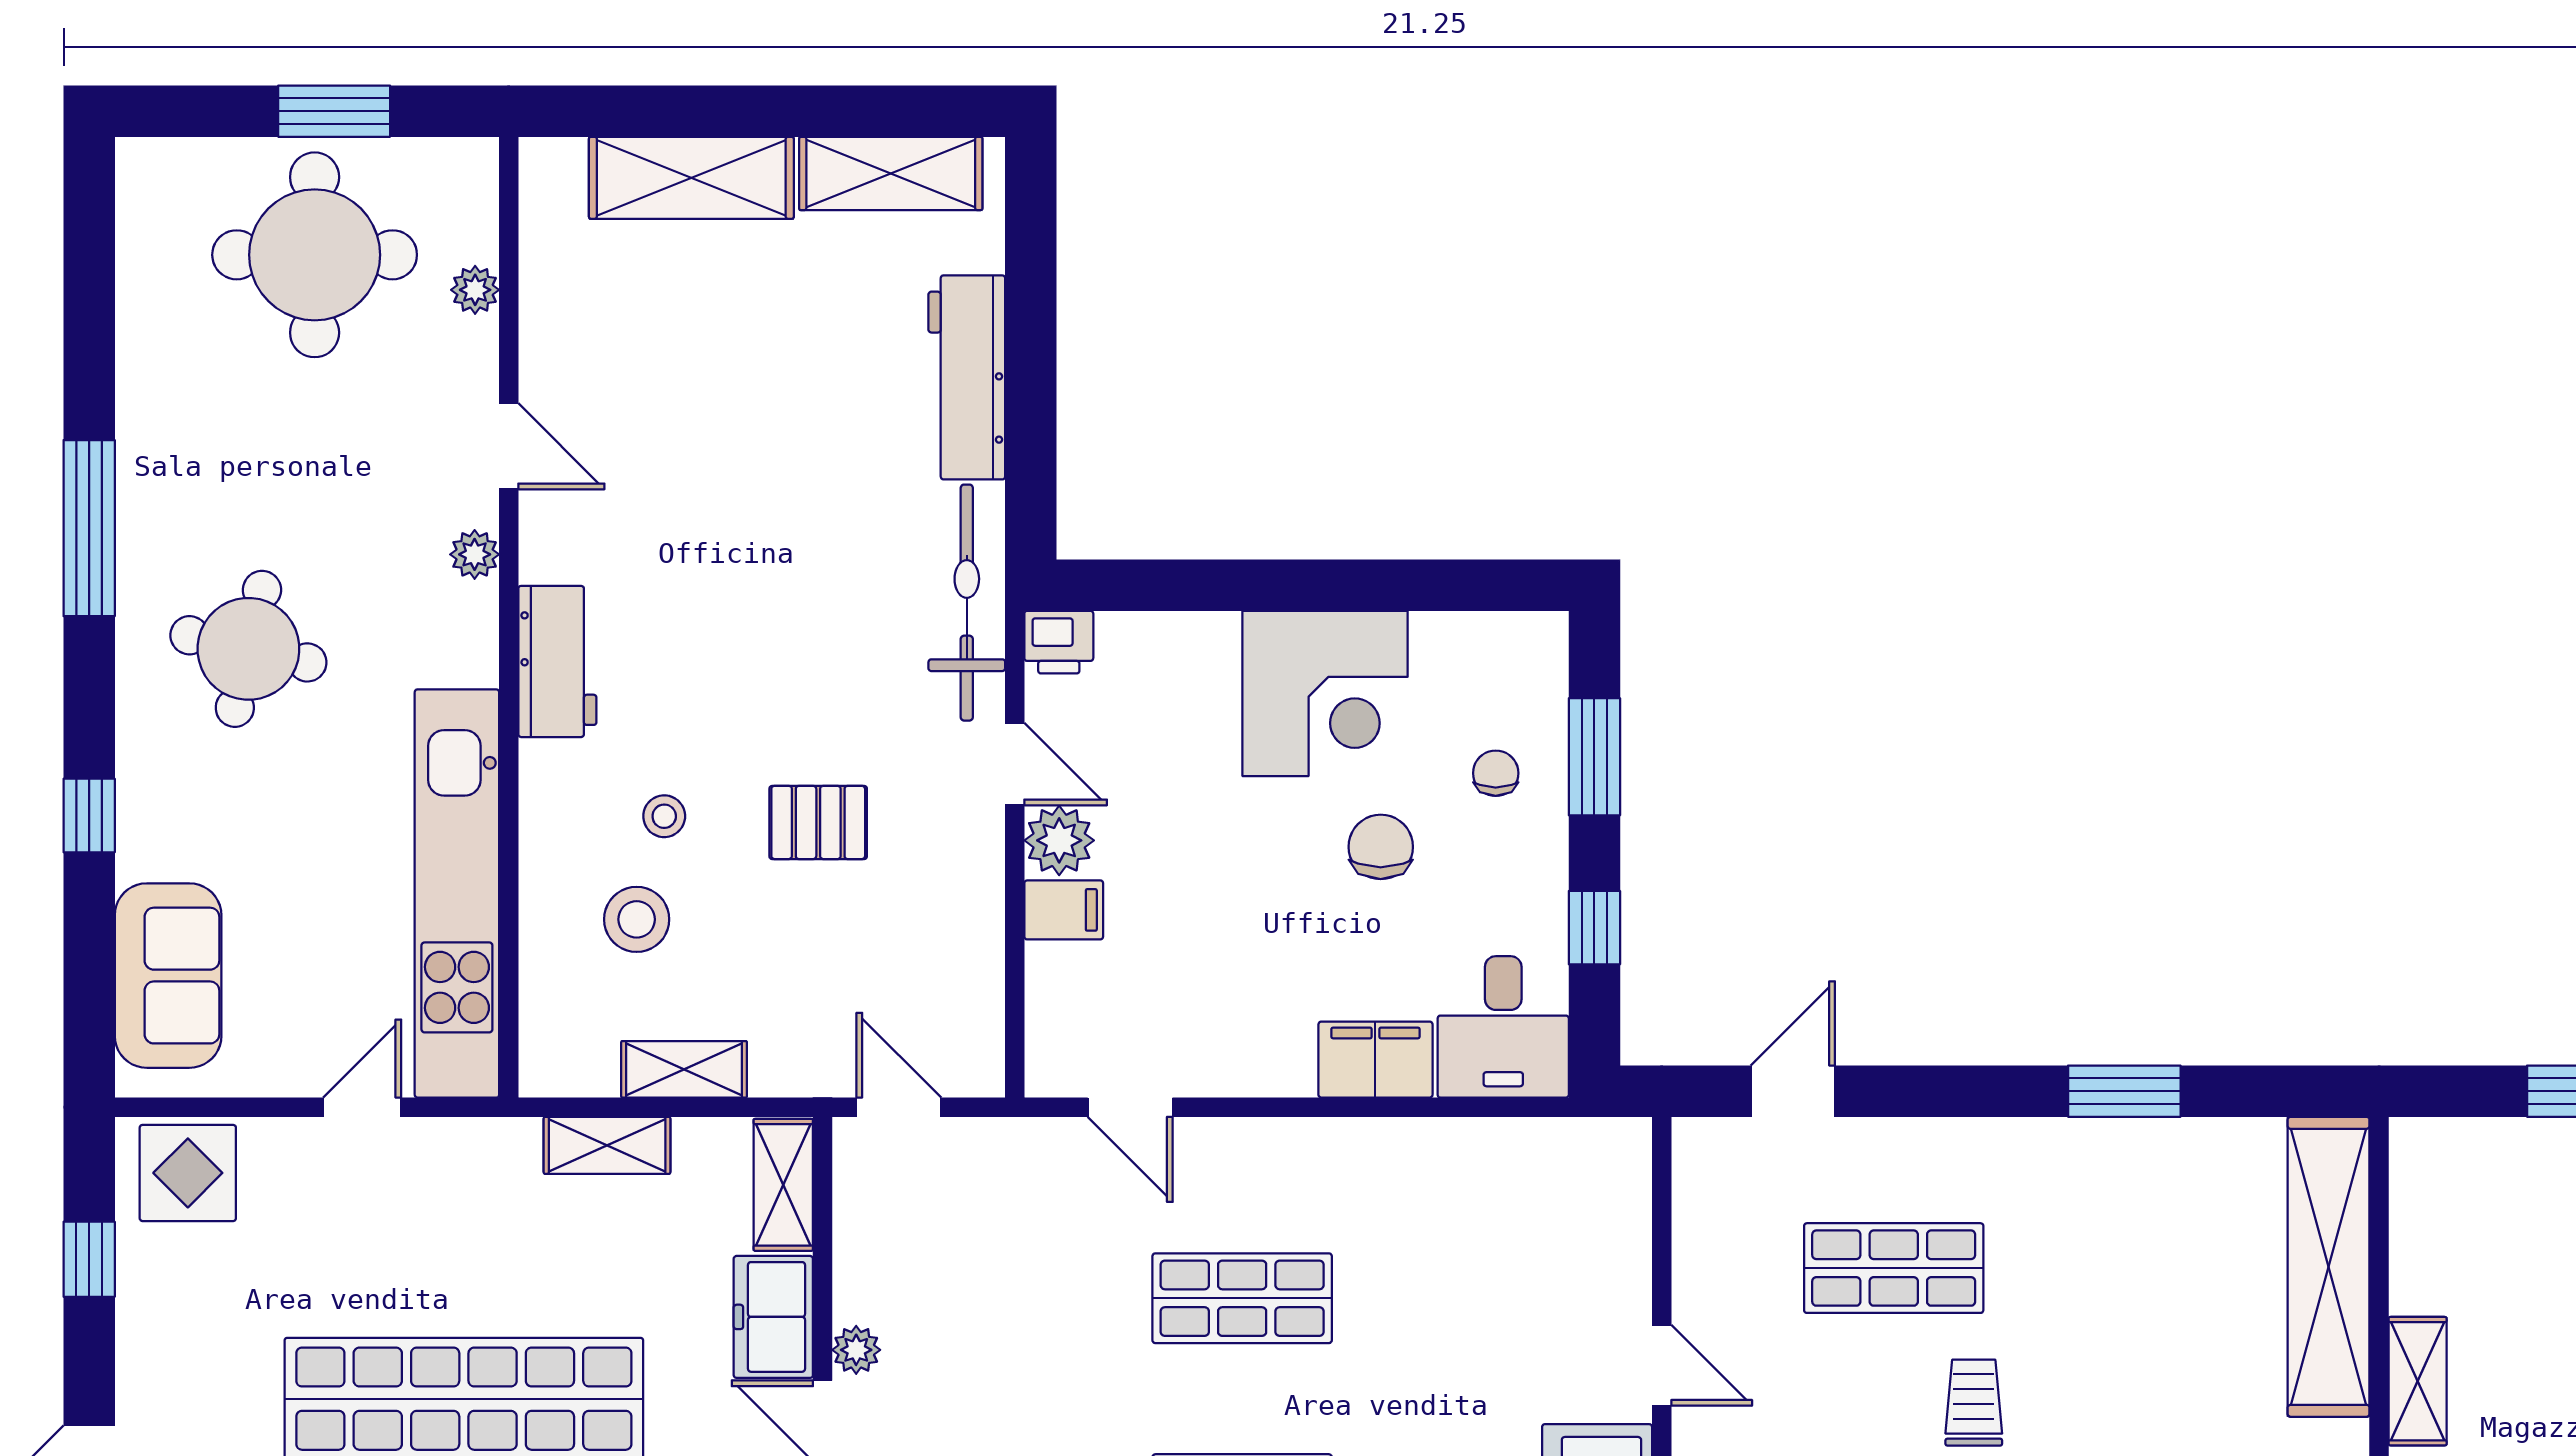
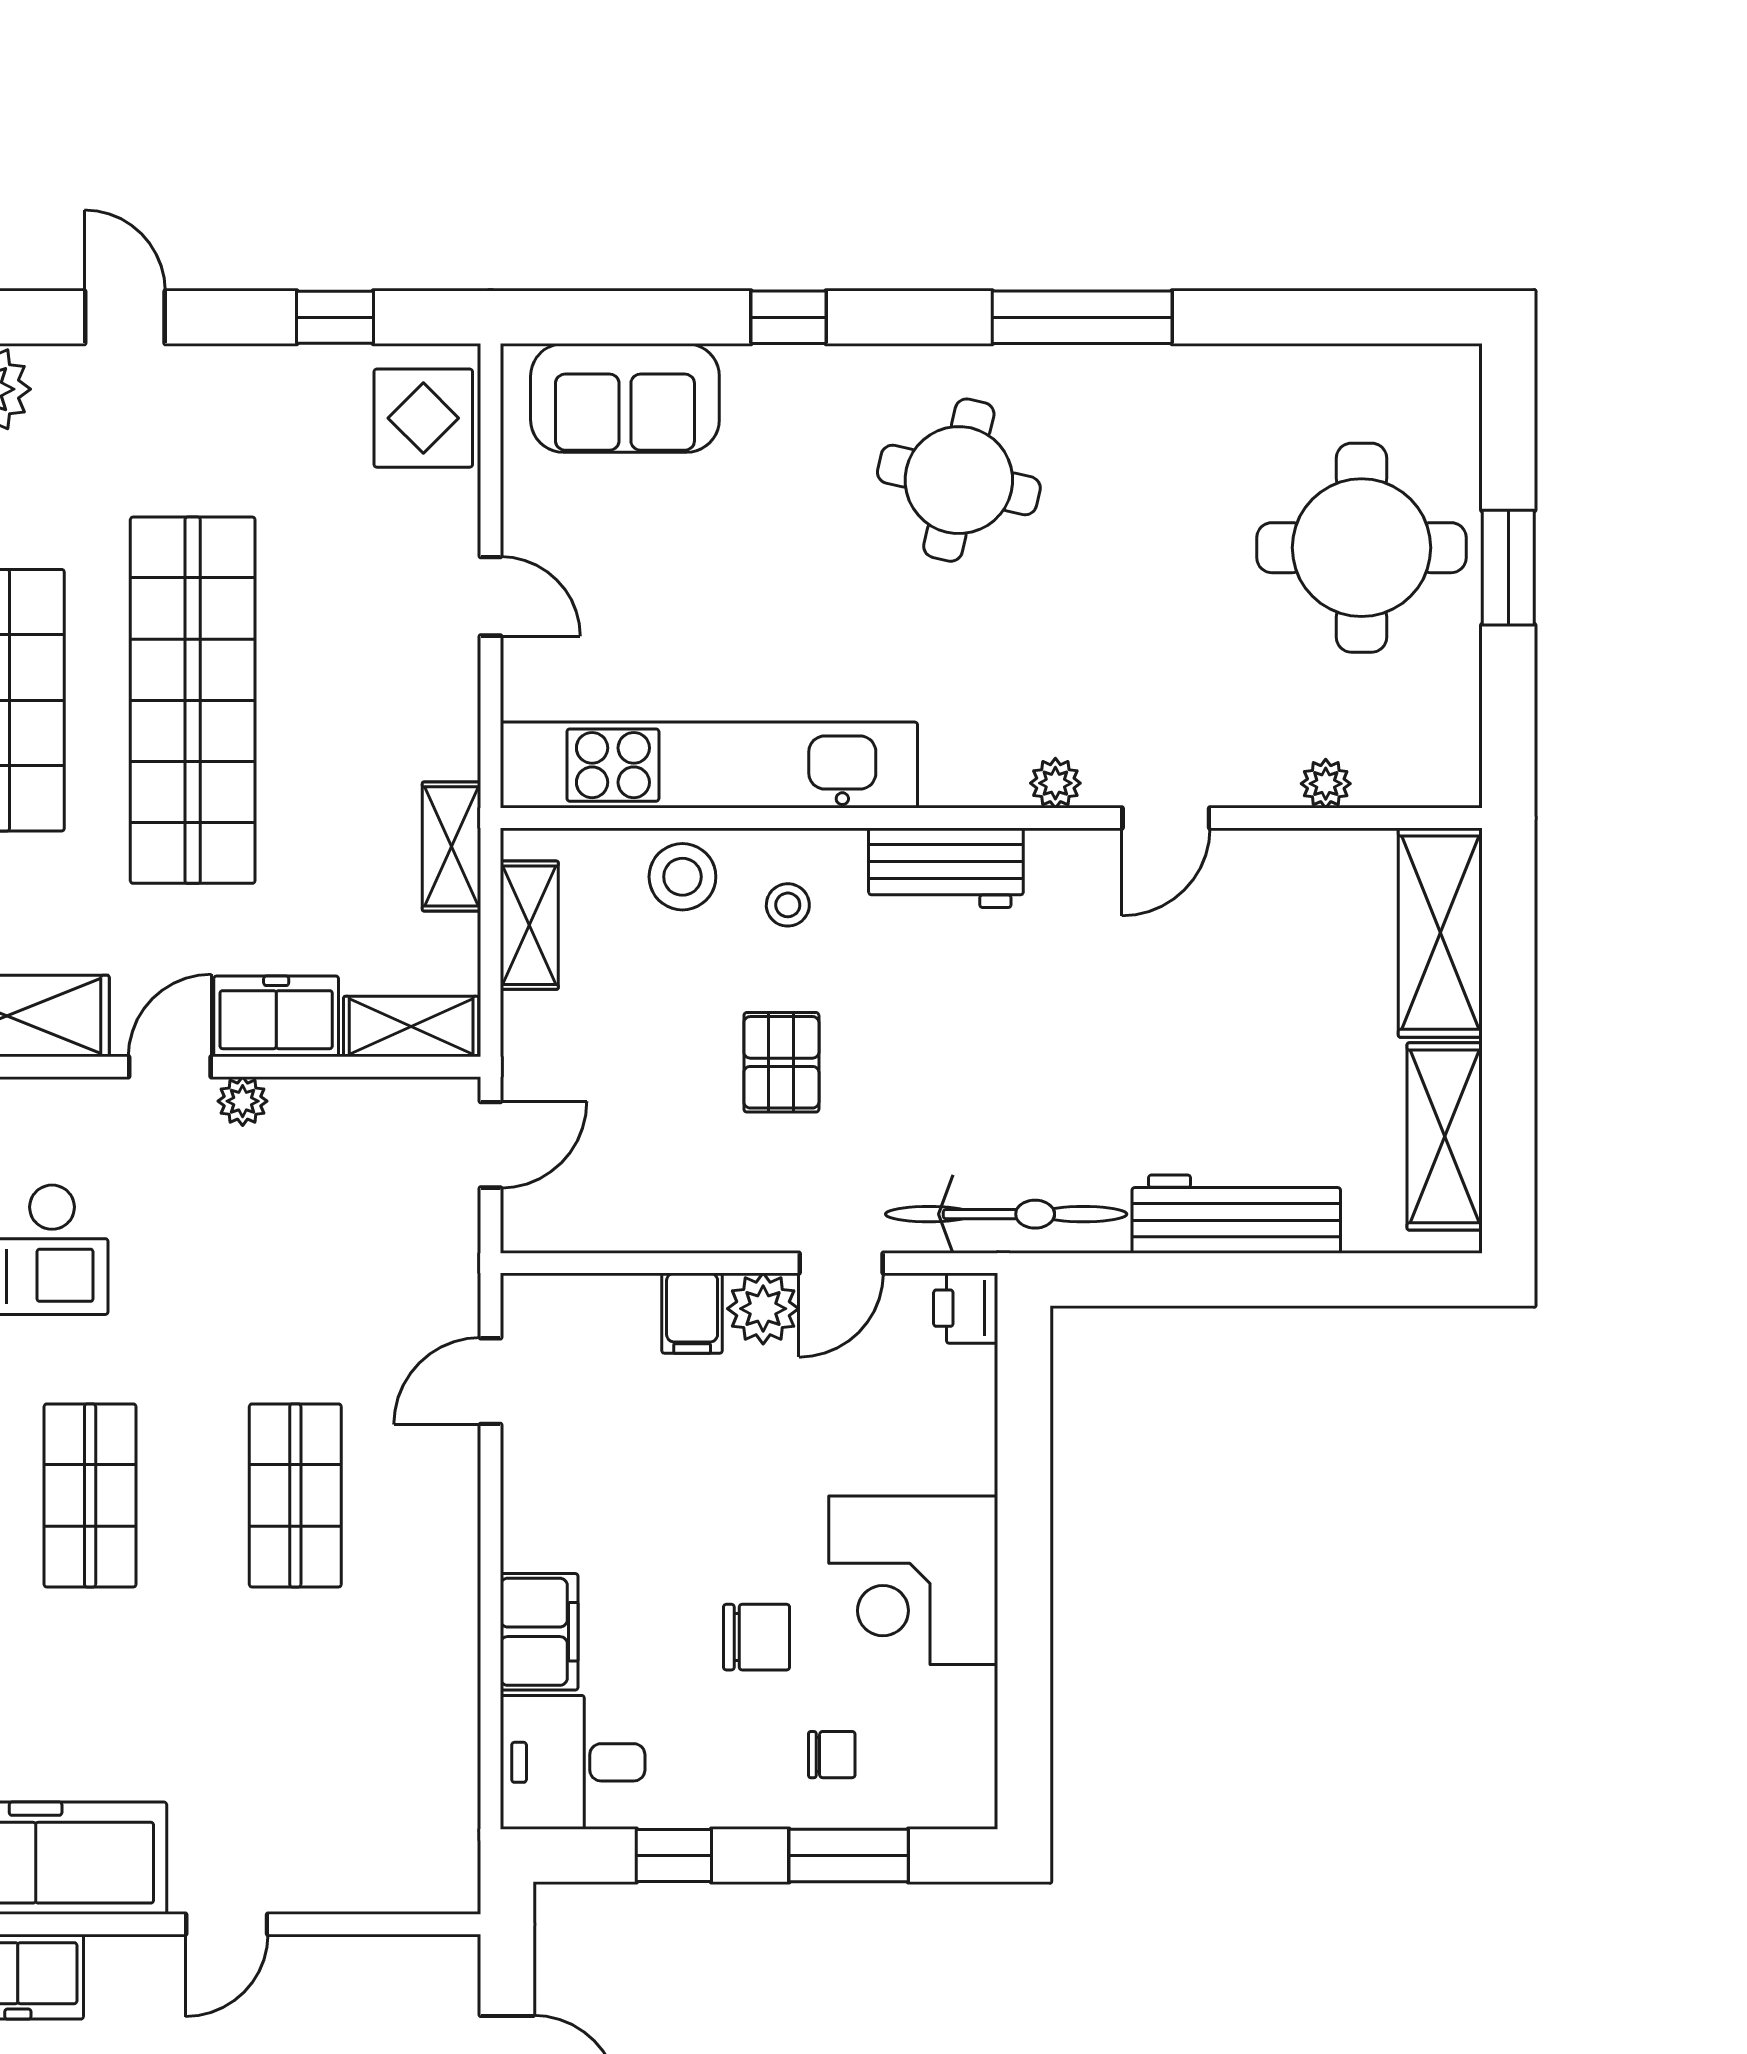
plant: (475, 290) -> (1326, 784), moved
door: (509, 446) -> (1166, 818), moved
plant: (475, 554) -> (1055, 783), moved
wall: (509, 617) -> (991, 818), moved
workbench: (557, 661) -> (946, 868), moved
kitchen unit: (457, 893) -> (709, 765), moved

